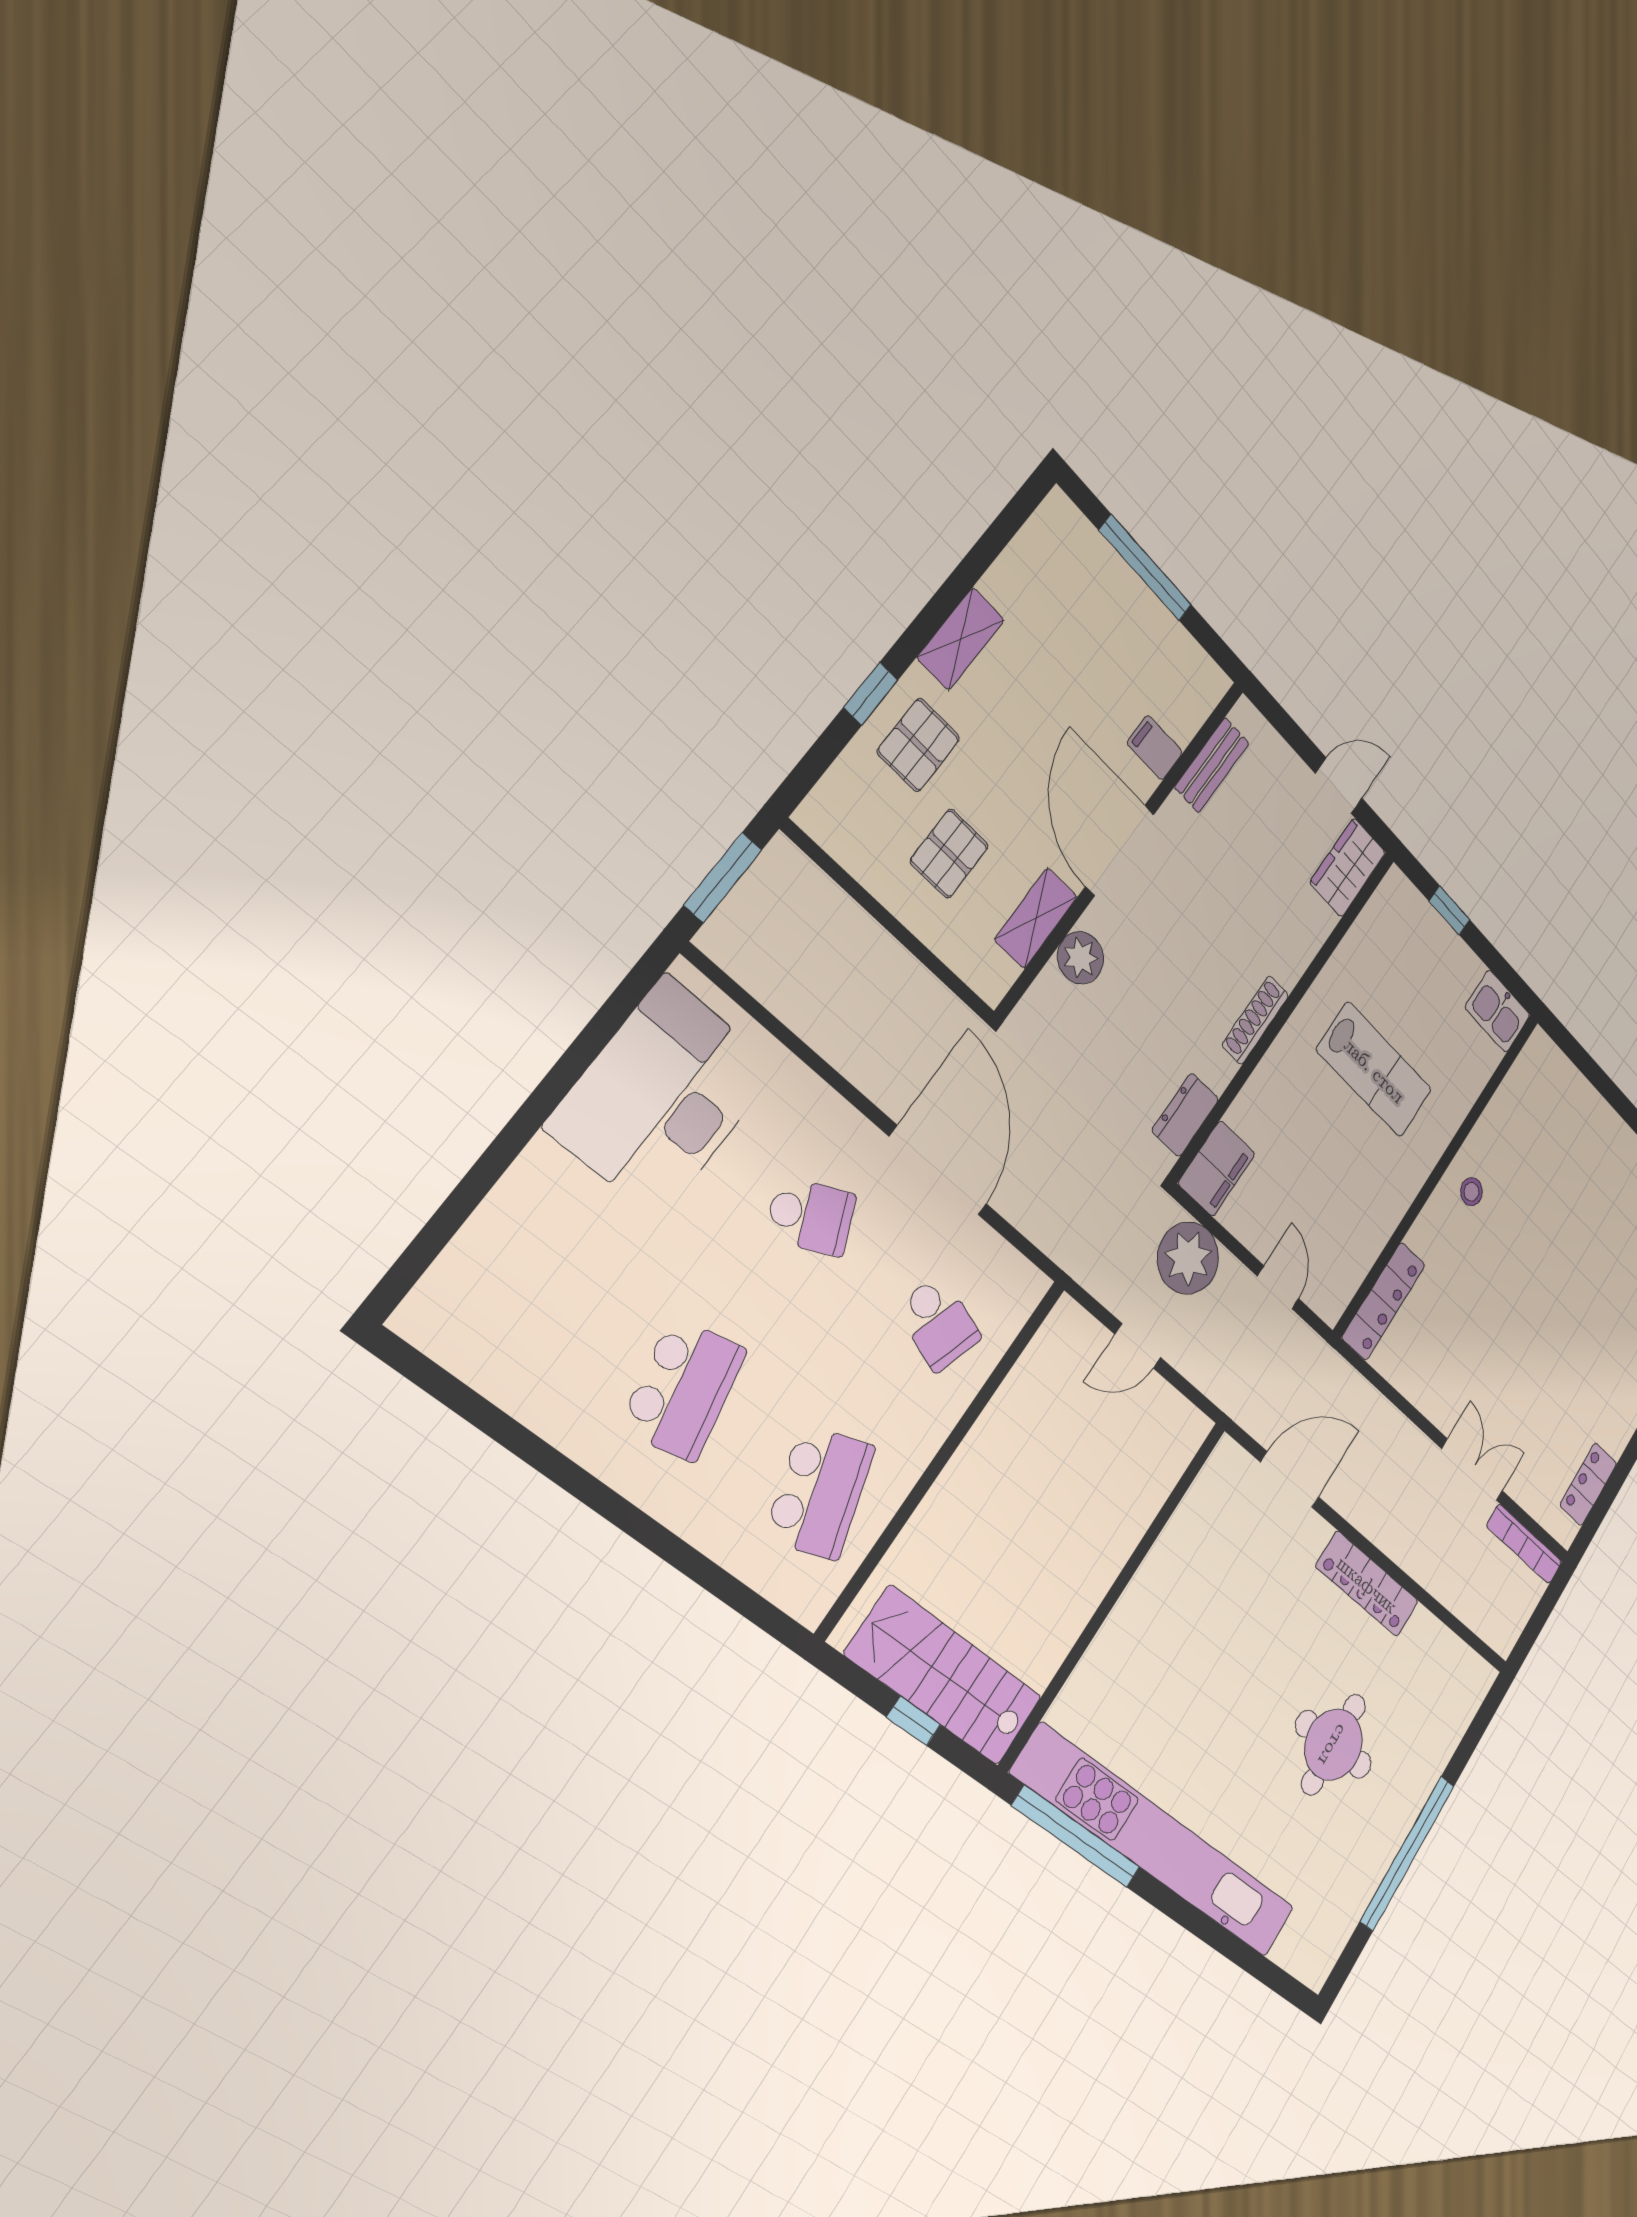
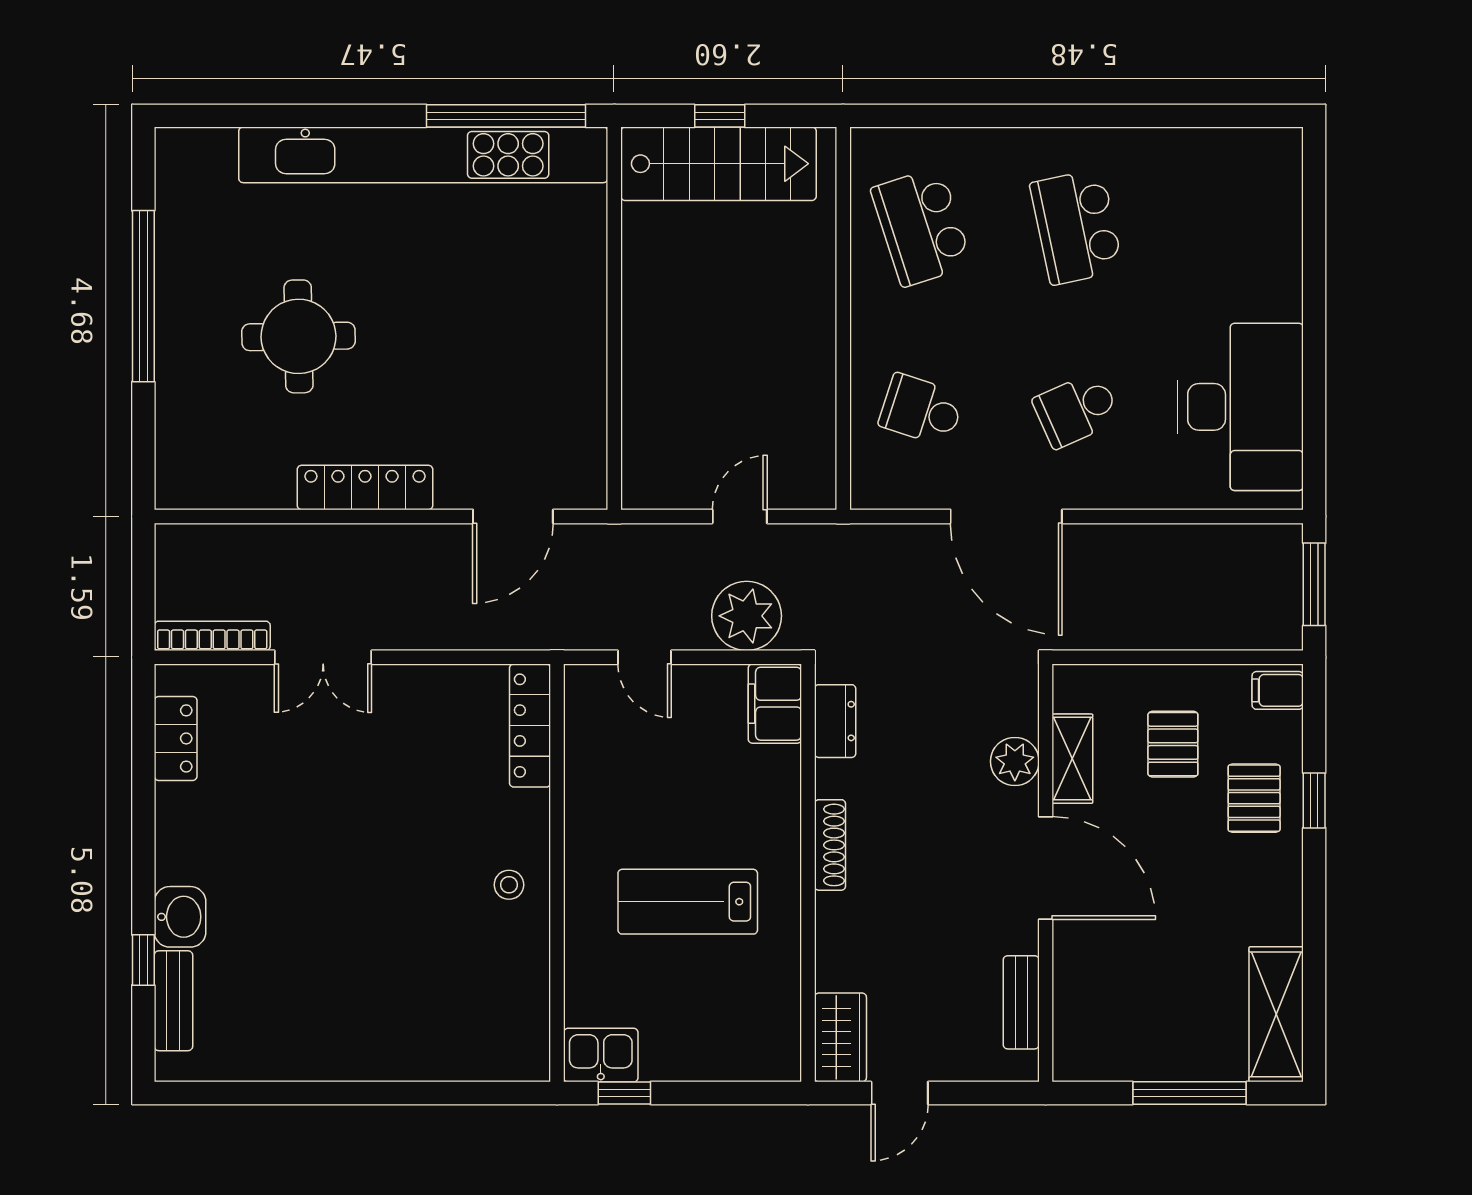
shelving: (961, 639) -> (1276, 1014), moved, width x1.50, depth x1.33
filing cabinet: (1155, 748) -> (1278, 690), moved, turned 180
window: (1449, 910) -> (624, 1093), moved

